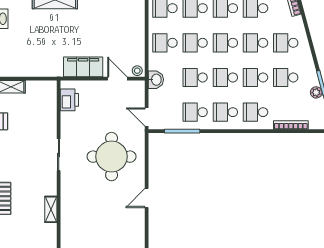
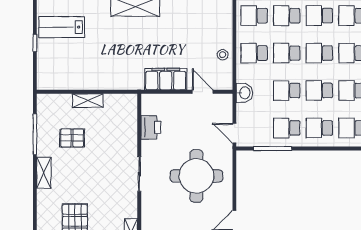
stool: (137, 71) -> (223, 55), moved
printer: (69, 100) -> (151, 127), moved

